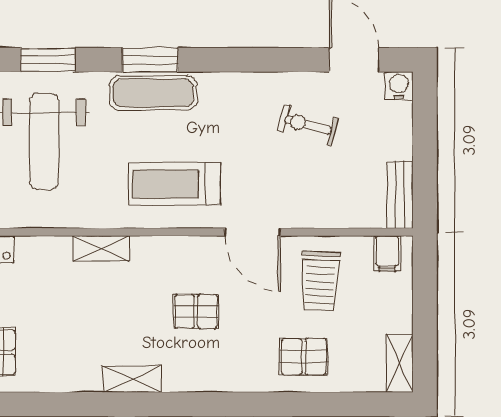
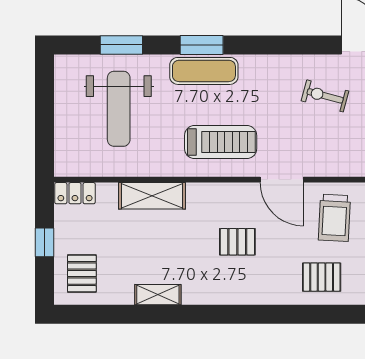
treadmill: (175, 184) -> (221, 142), turned 180
shelving: (101, 248) -> (152, 196), width x1.50, depth x1.33
shelving: (132, 379) -> (158, 295), moved

